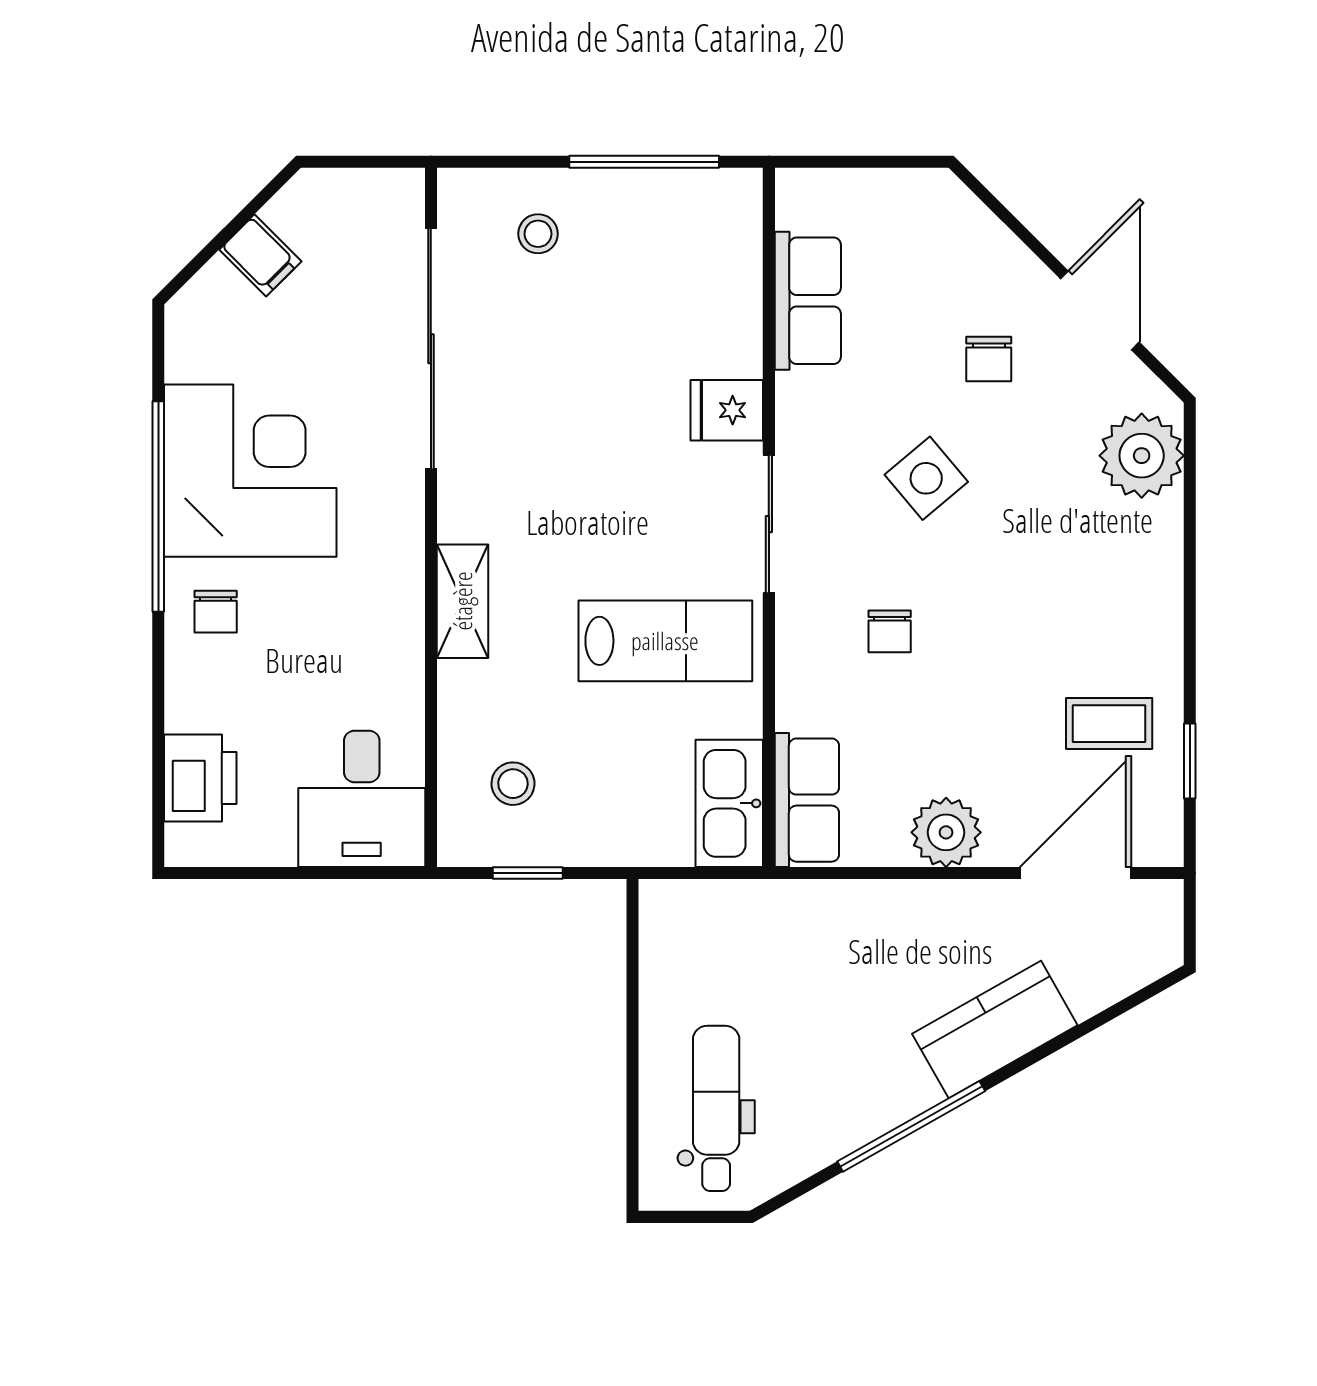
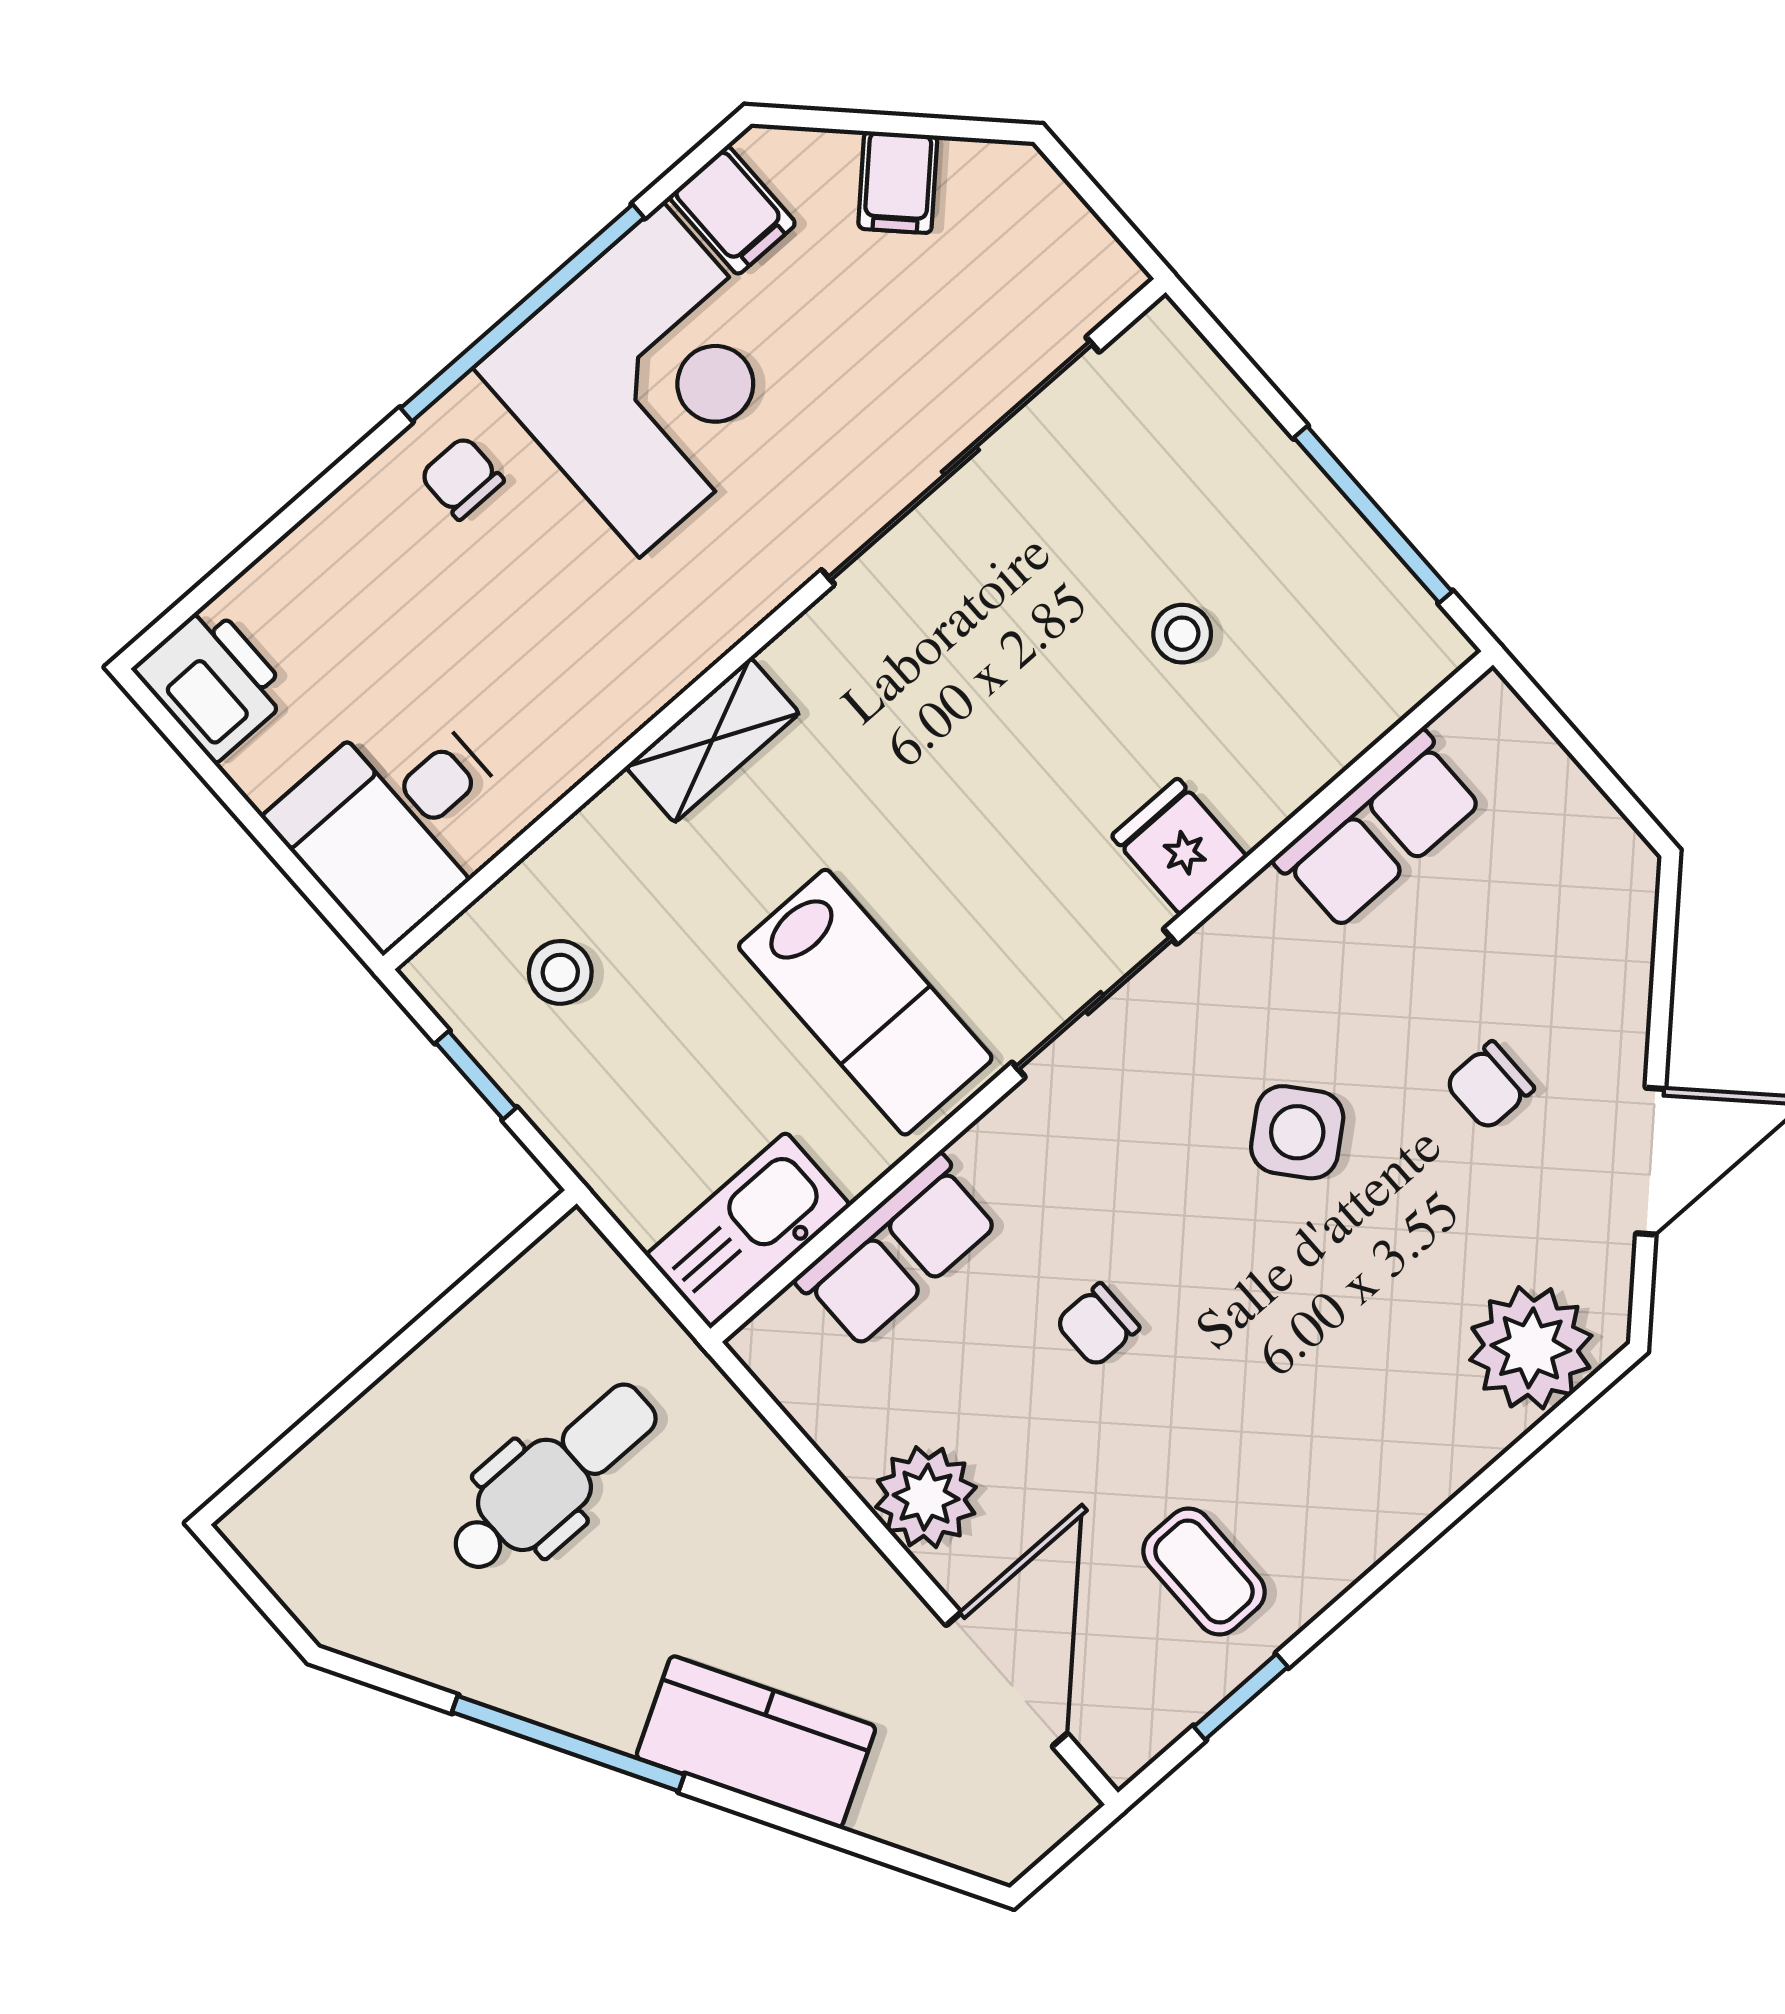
stool: (538, 234) -> (1182, 634), moved
filing cabinet: (200, 353) -> (732, 210), added
chair: (216, 612) -> (462, 478), turned 90
chair: (890, 631) -> (1097, 1325), moved
printer: (200, 778) -> (212, 682), moved, turned -90
row of seats: (807, 800) -> (897, 1251), moved
door: (1076, 873) -> (1007, 1679), hinge flipped
dental chair: (716, 1108) -> (553, 1479), moved

